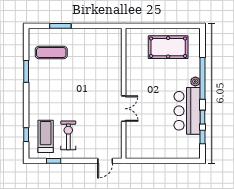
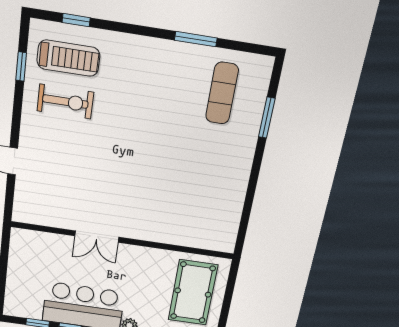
wall: (124, 93) -> (123, 240), moved
double door: (124, 109) -> (97, 237), moved

